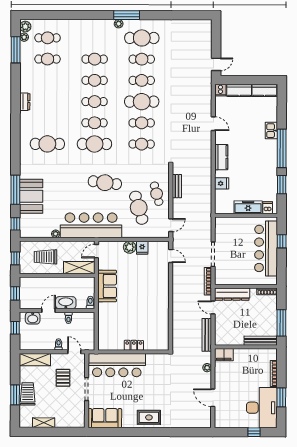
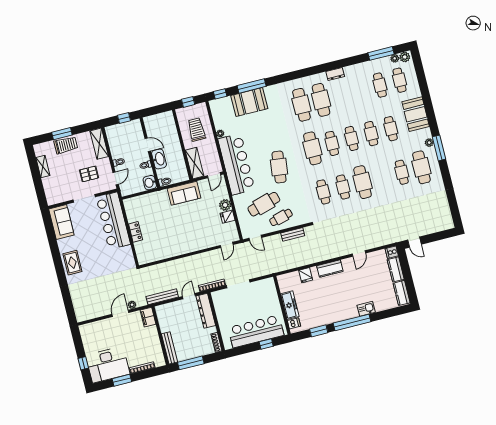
booth: (86, 30) -> (416, 114), added
cafe table: (142, 80) -> (321, 100), moved, width x1.37, depth x1.35
door: (96, 251) -> (214, 175), swing flipped
window: (15, 293) -> (156, 110), removed
washbasin: (33, 318) -> (150, 183), moved
door: (213, 398) -> (120, 313), moved

